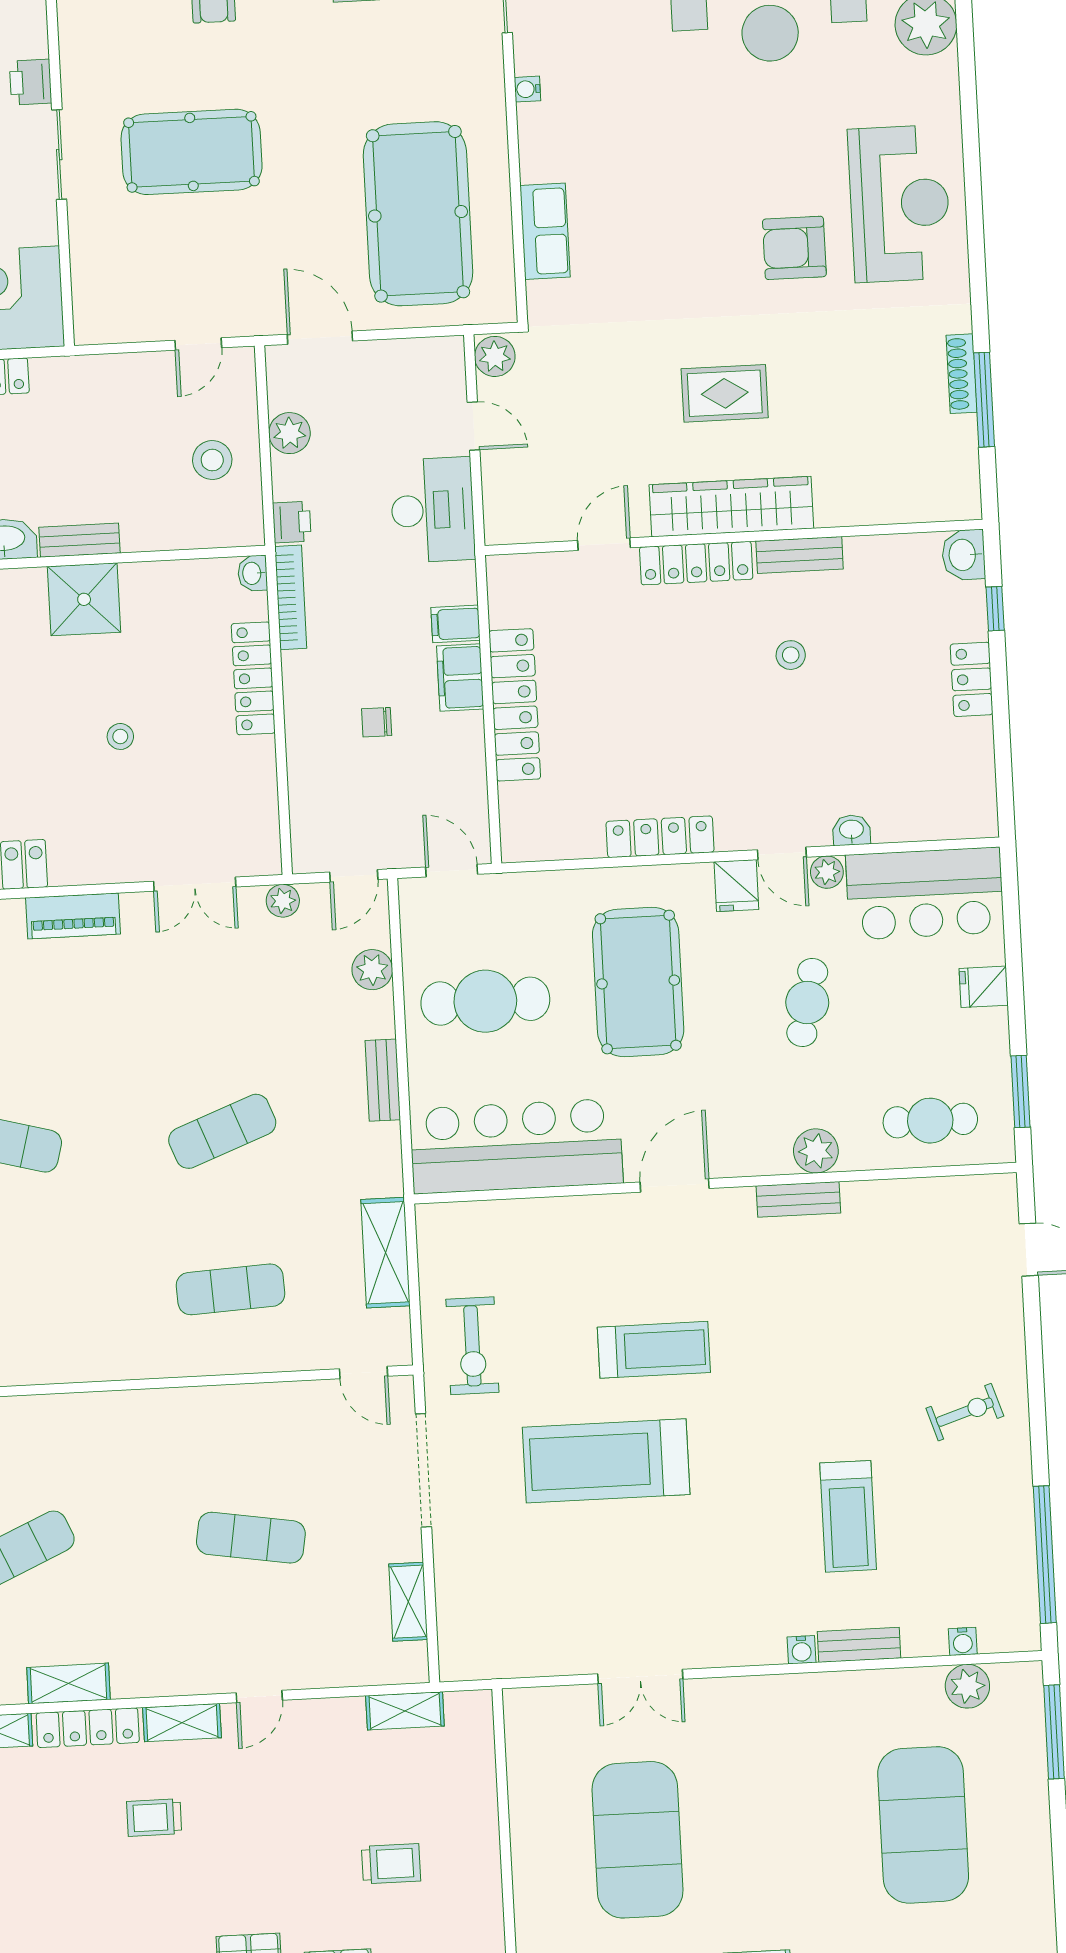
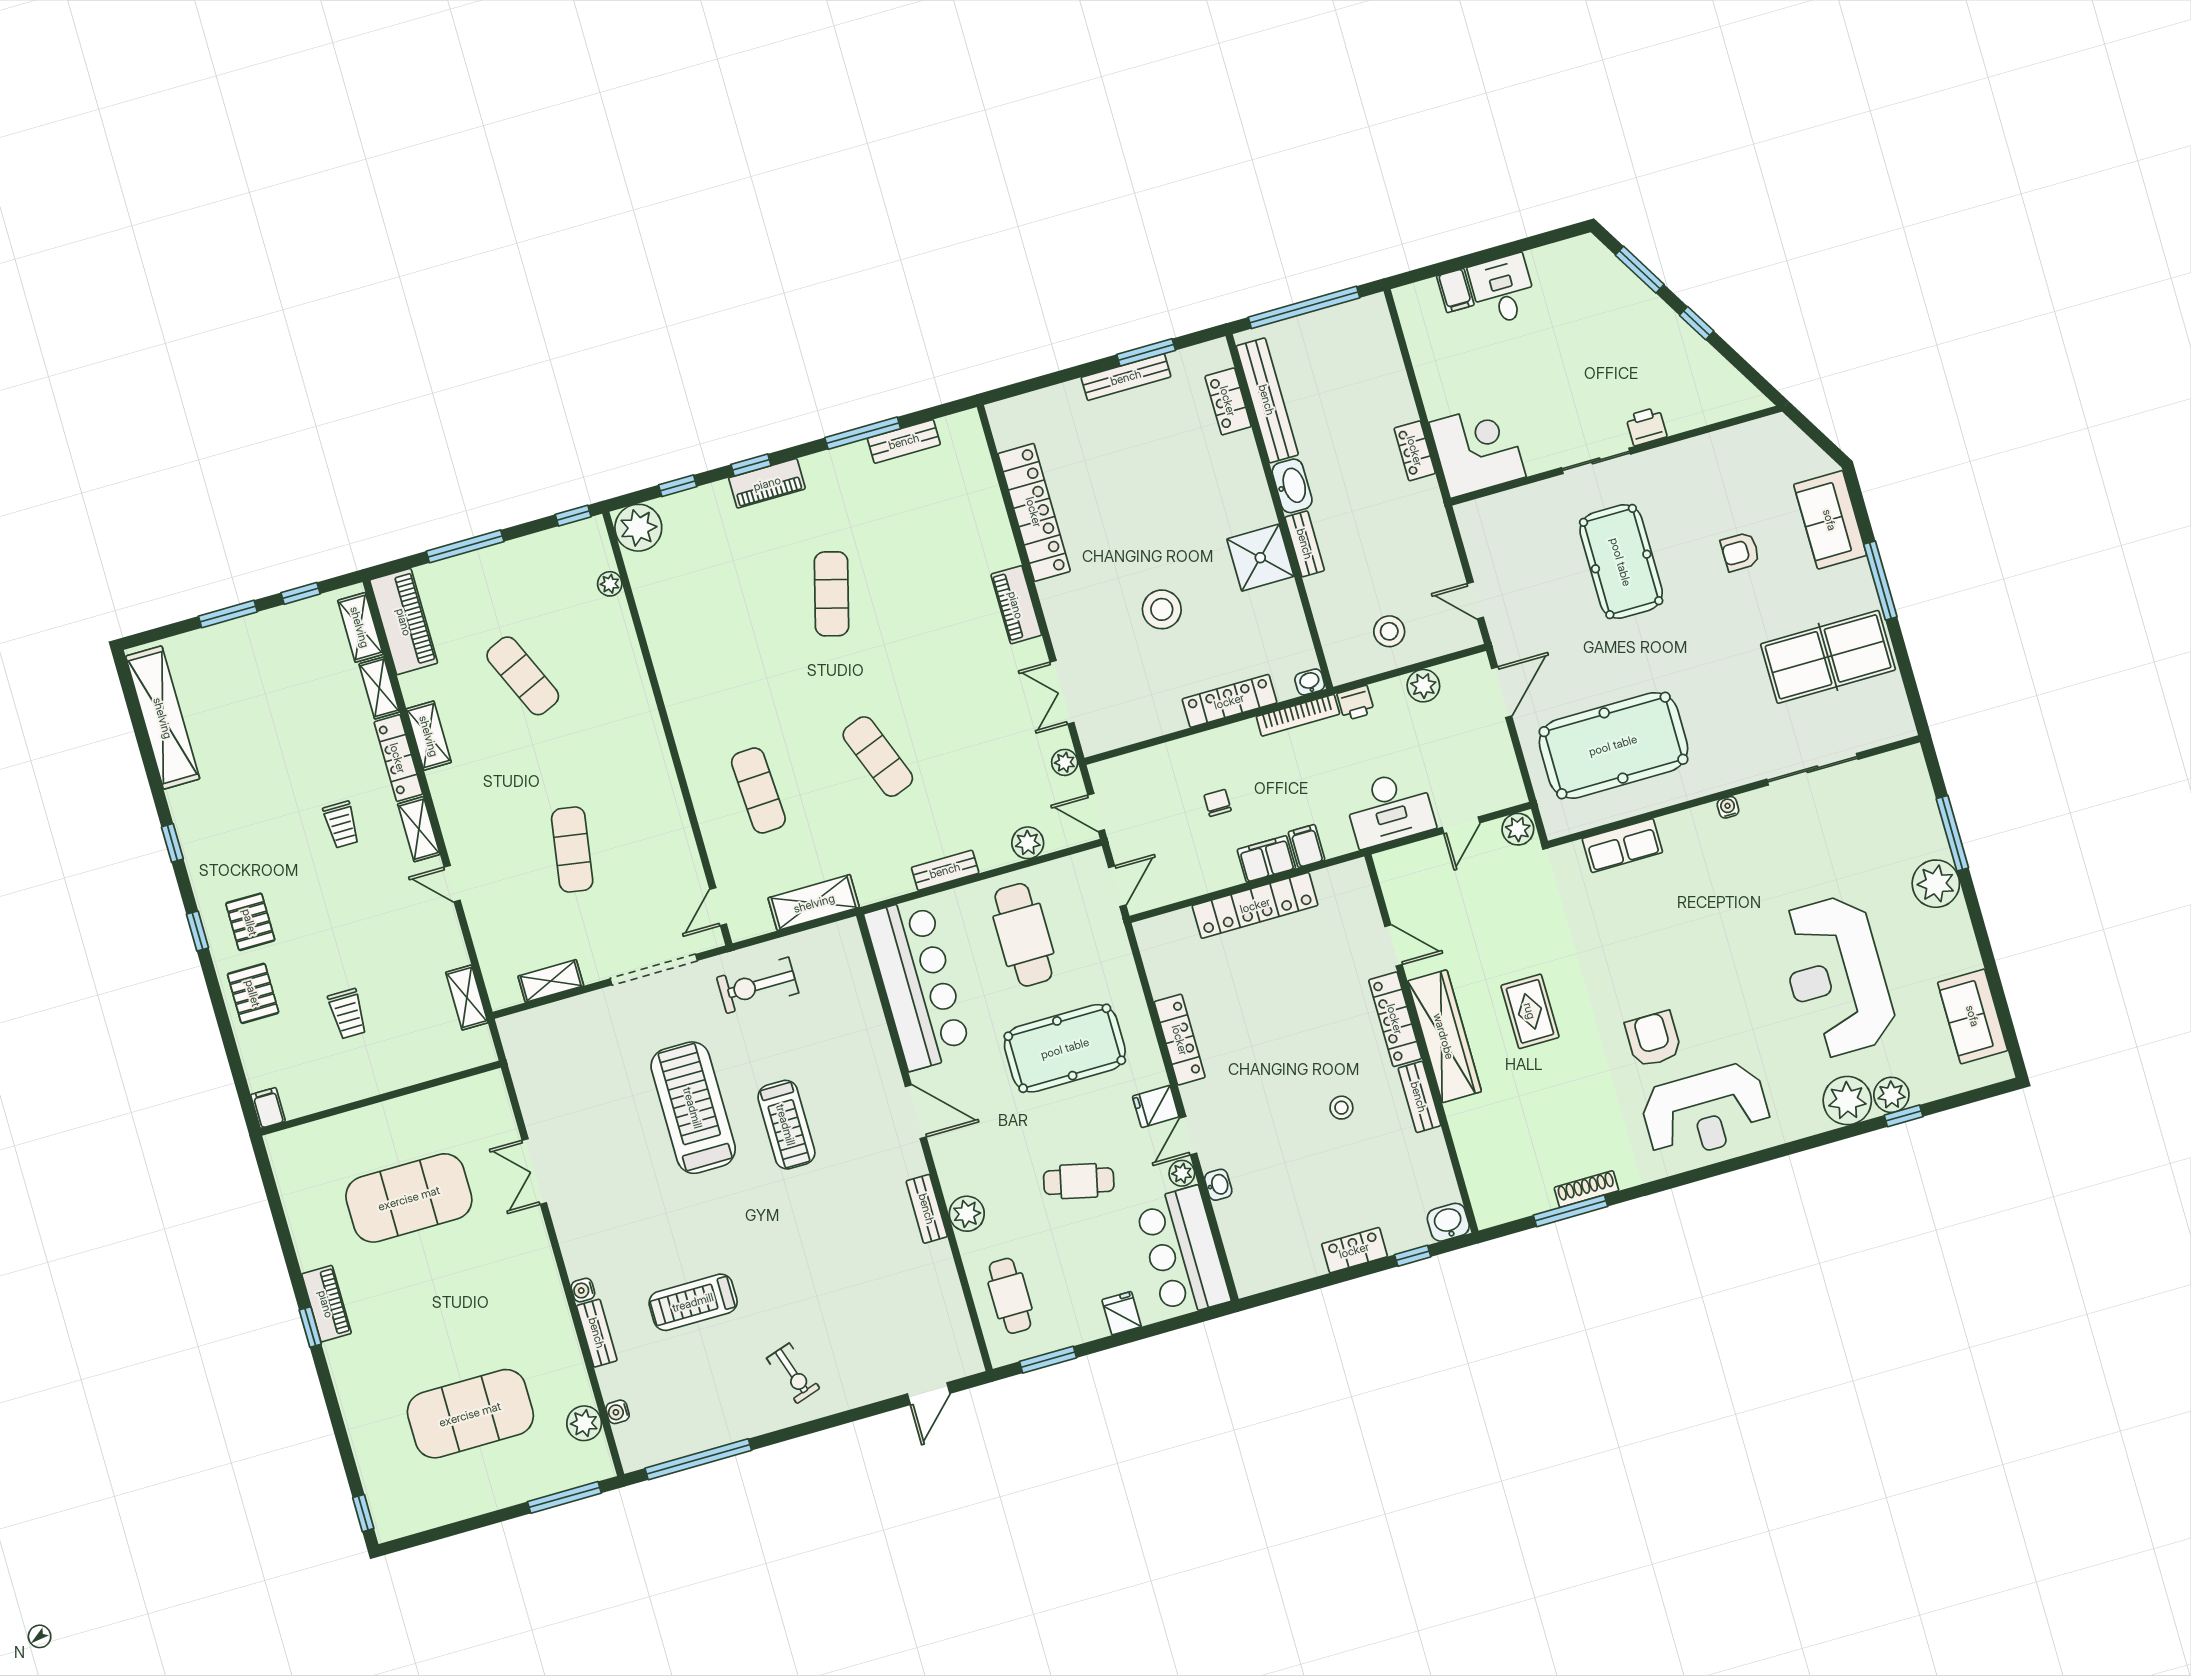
stool: (120, 736) -> (1162, 609), width x1.89, depth x1.89
trolley: (154, 1818) -> (341, 825), turned 180

